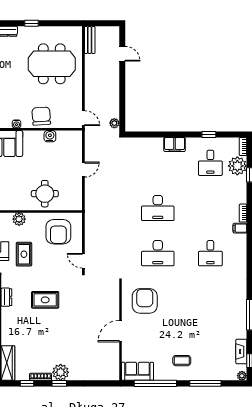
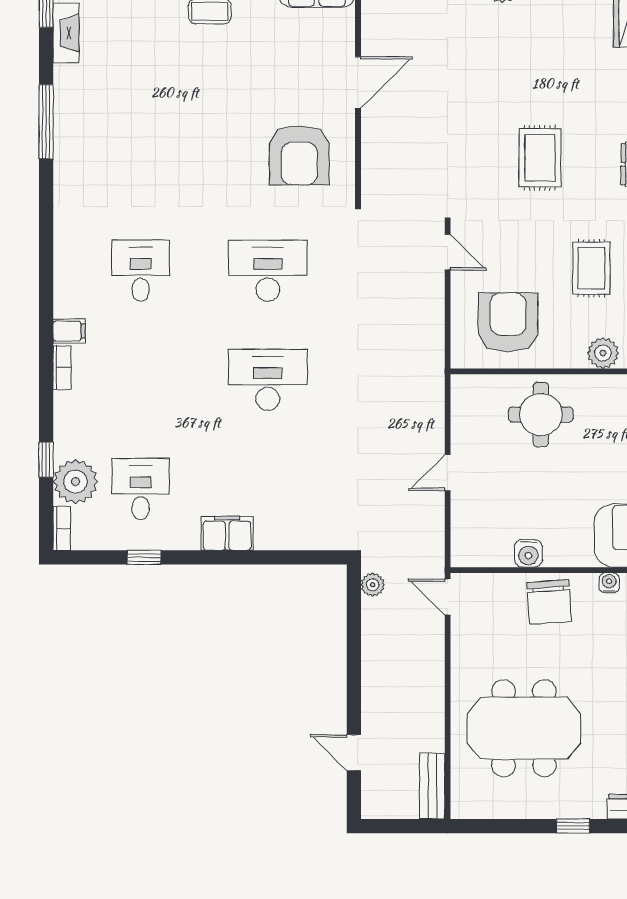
rug: (45, 300) -> (540, 158), turned 90

